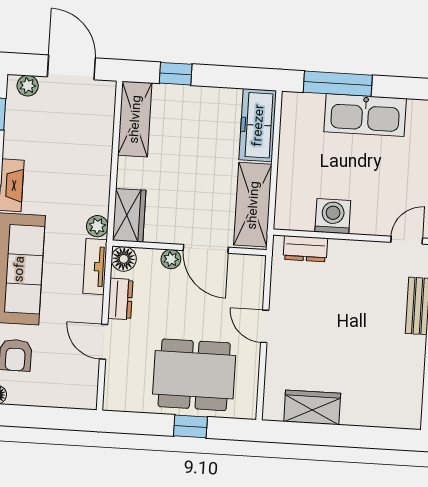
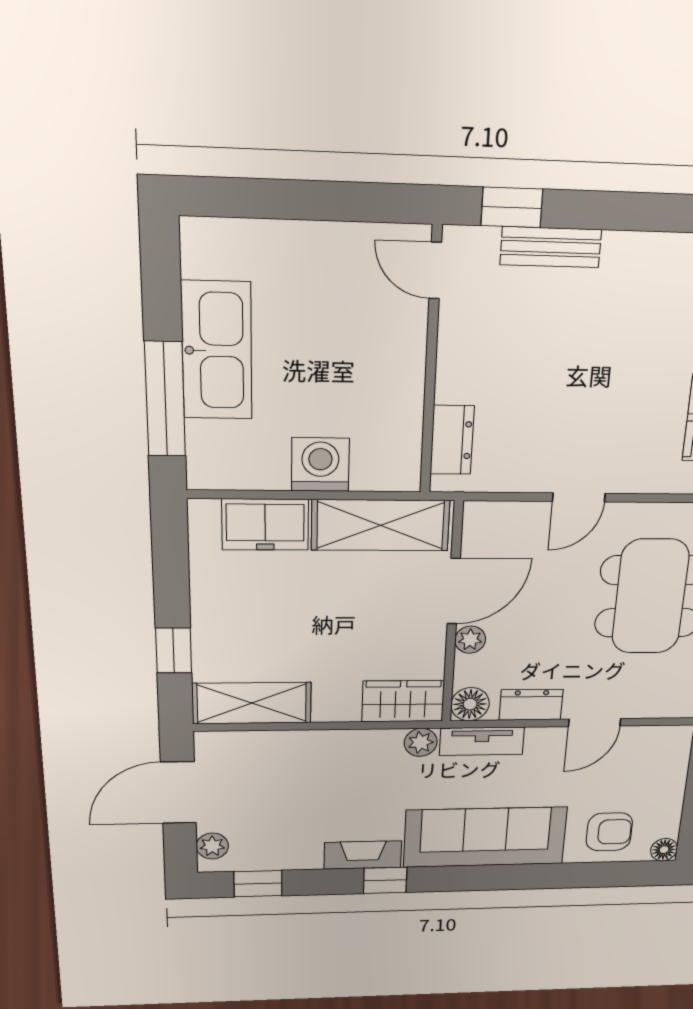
freezer: (258, 125) -> (265, 525), width x0.71
washing machine: (333, 216) -> (320, 465), moved, turned 90

